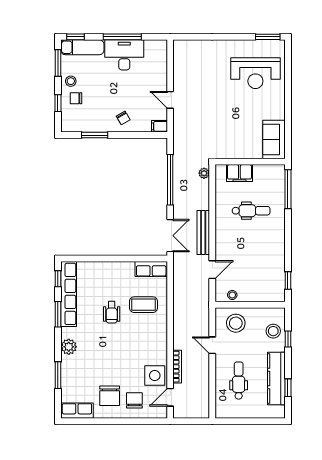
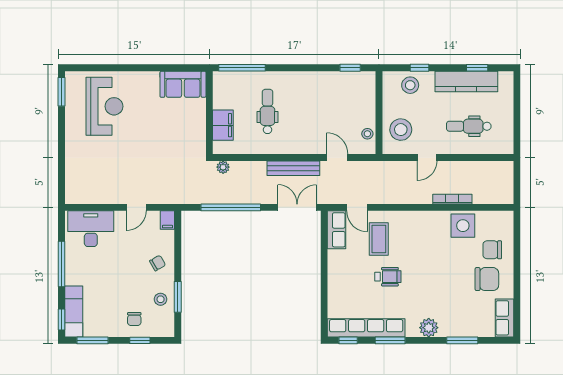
desk: (124, 55) -> (91, 229), moved, turned 90
stool: (71, 81) -> (161, 299), moved
door: (170, 397) -> (357, 207), moved

